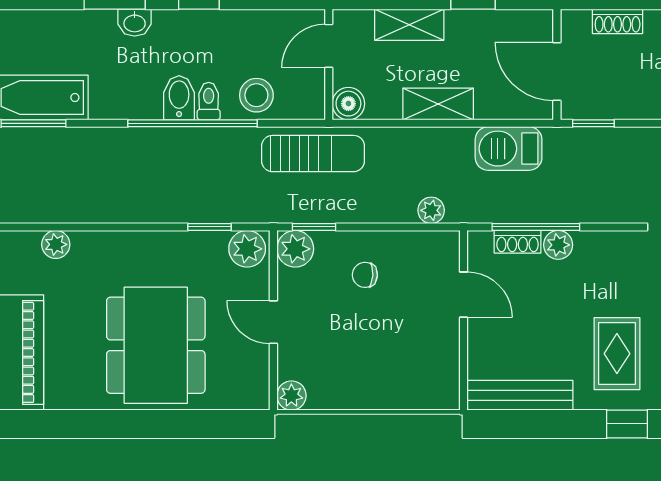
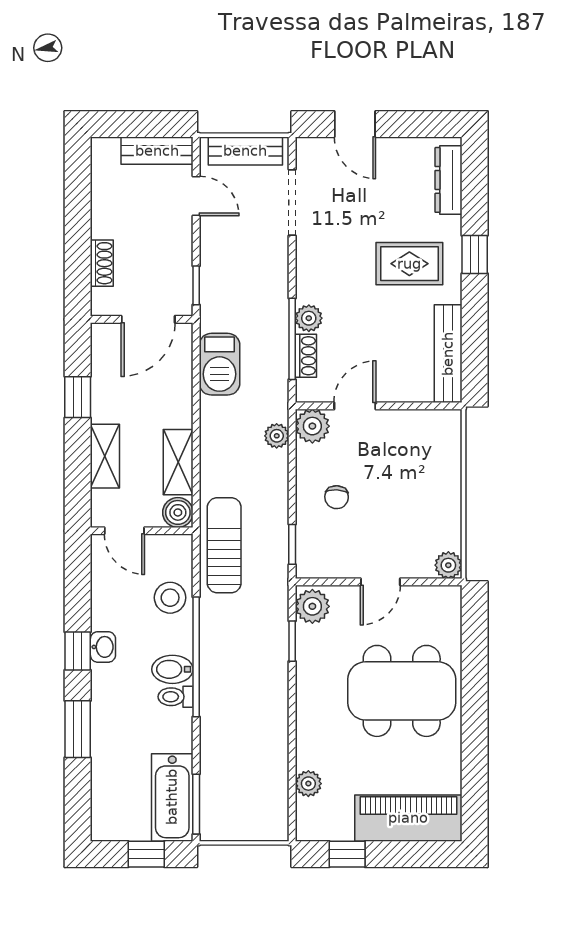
washbasin: (135, 23) -> (103, 647), moved
toilet: (209, 101) -> (176, 697), moved
shelving: (438, 104) -> (178, 462), moved
plant: (295, 249) -> (312, 426), moved

